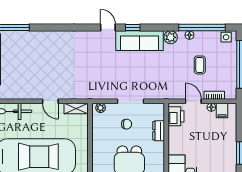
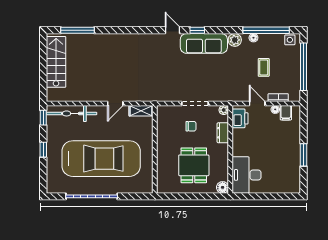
door: (50, 101) -> (115, 103), hinge flipped
plant: (101, 108) -> (224, 110), moved

